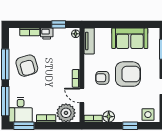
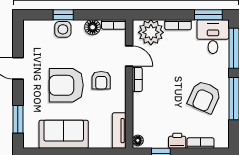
armchair: (27, 66) -> (204, 97), turned -140
armchair: (102, 78) -> (101, 80), turned 90
side table: (148, 115) -> (63, 29), moved

